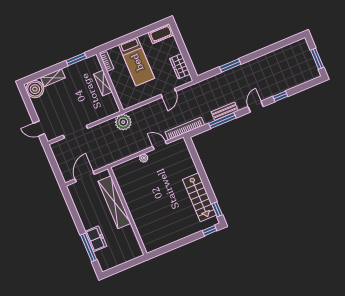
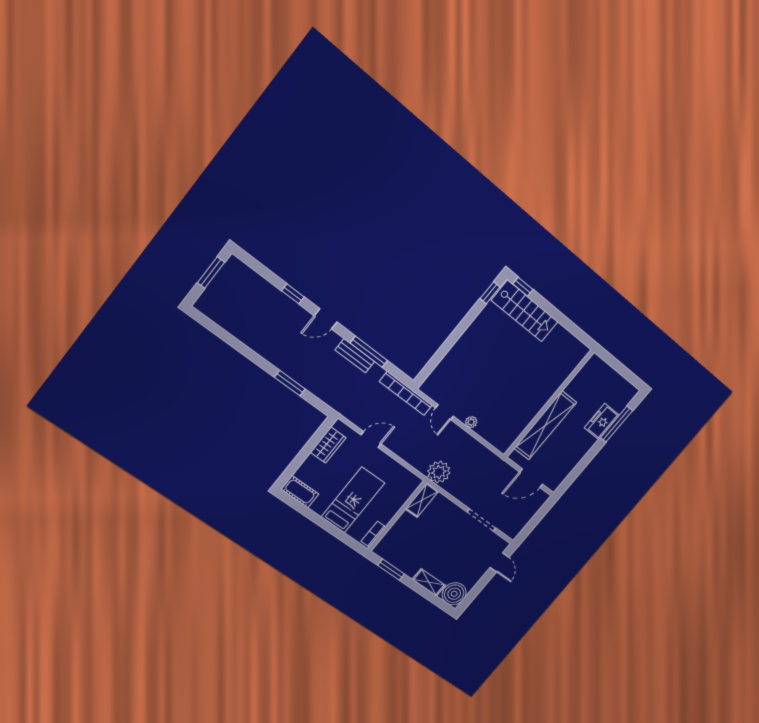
shelving: (103, 83) -> (422, 500), moved
stairs: (199, 197) -> (525, 311), moved, turned 90

